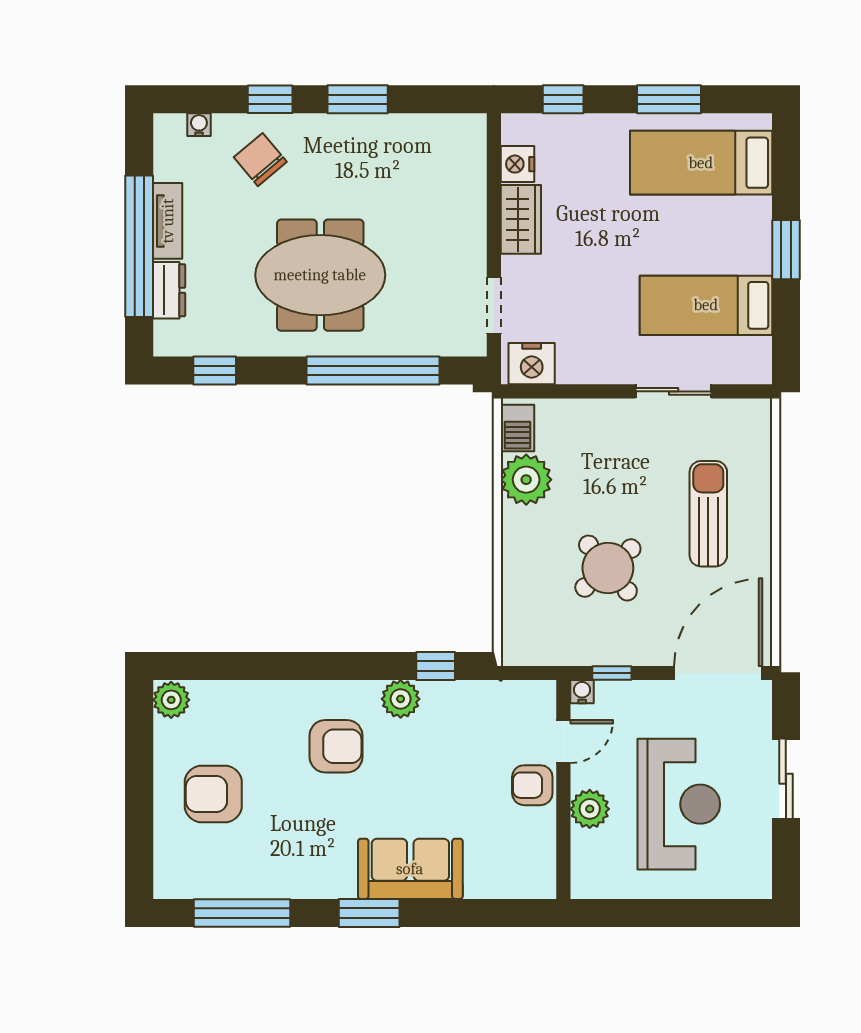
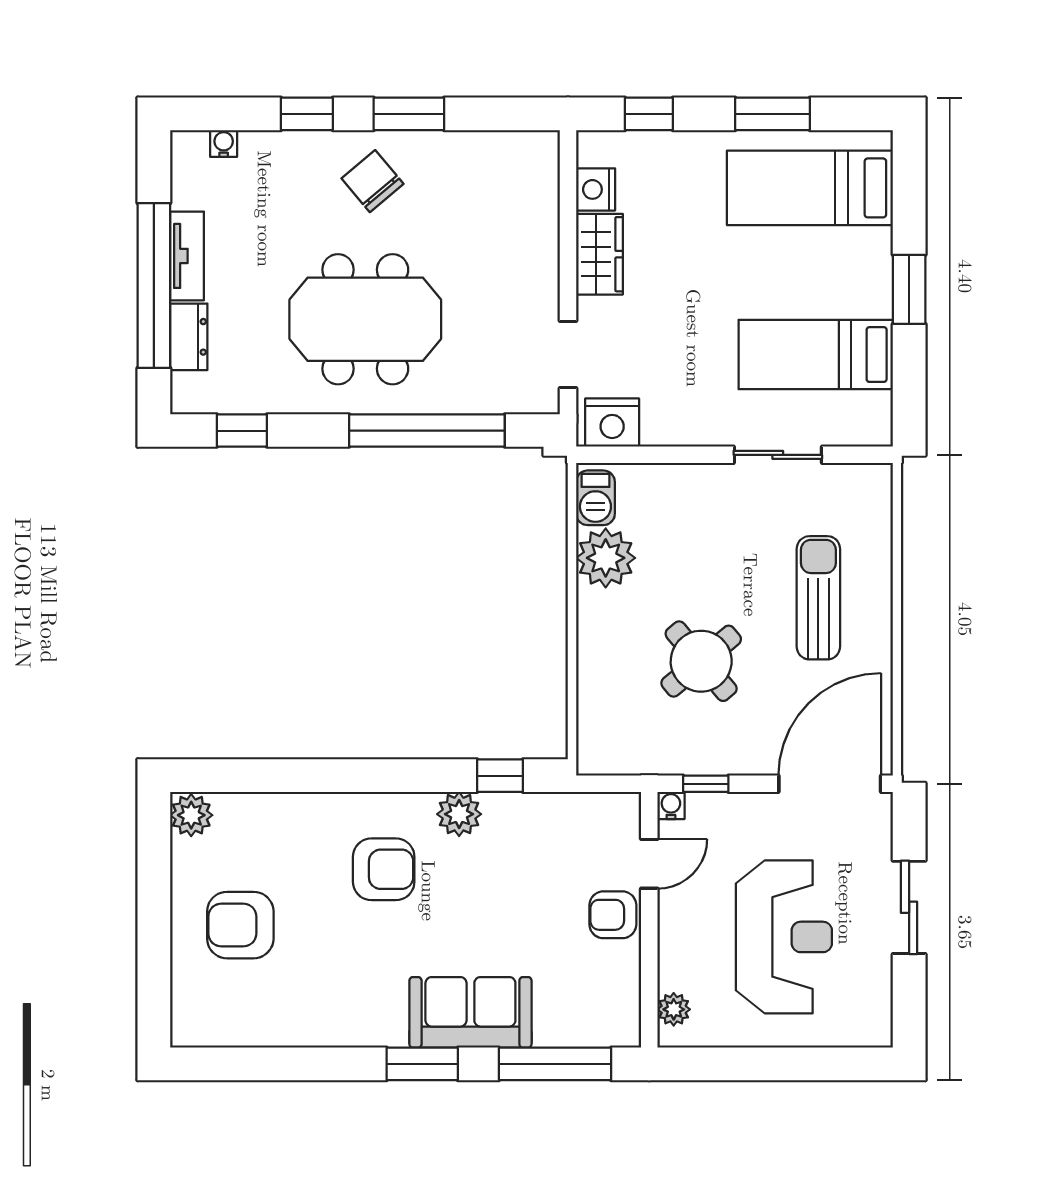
chair: (260, 160) -> (372, 181), moved
plant: (590, 809) -> (674, 1009), moved, width x0.73, depth x0.73
window: (242, 913) -> (555, 1064), moved

